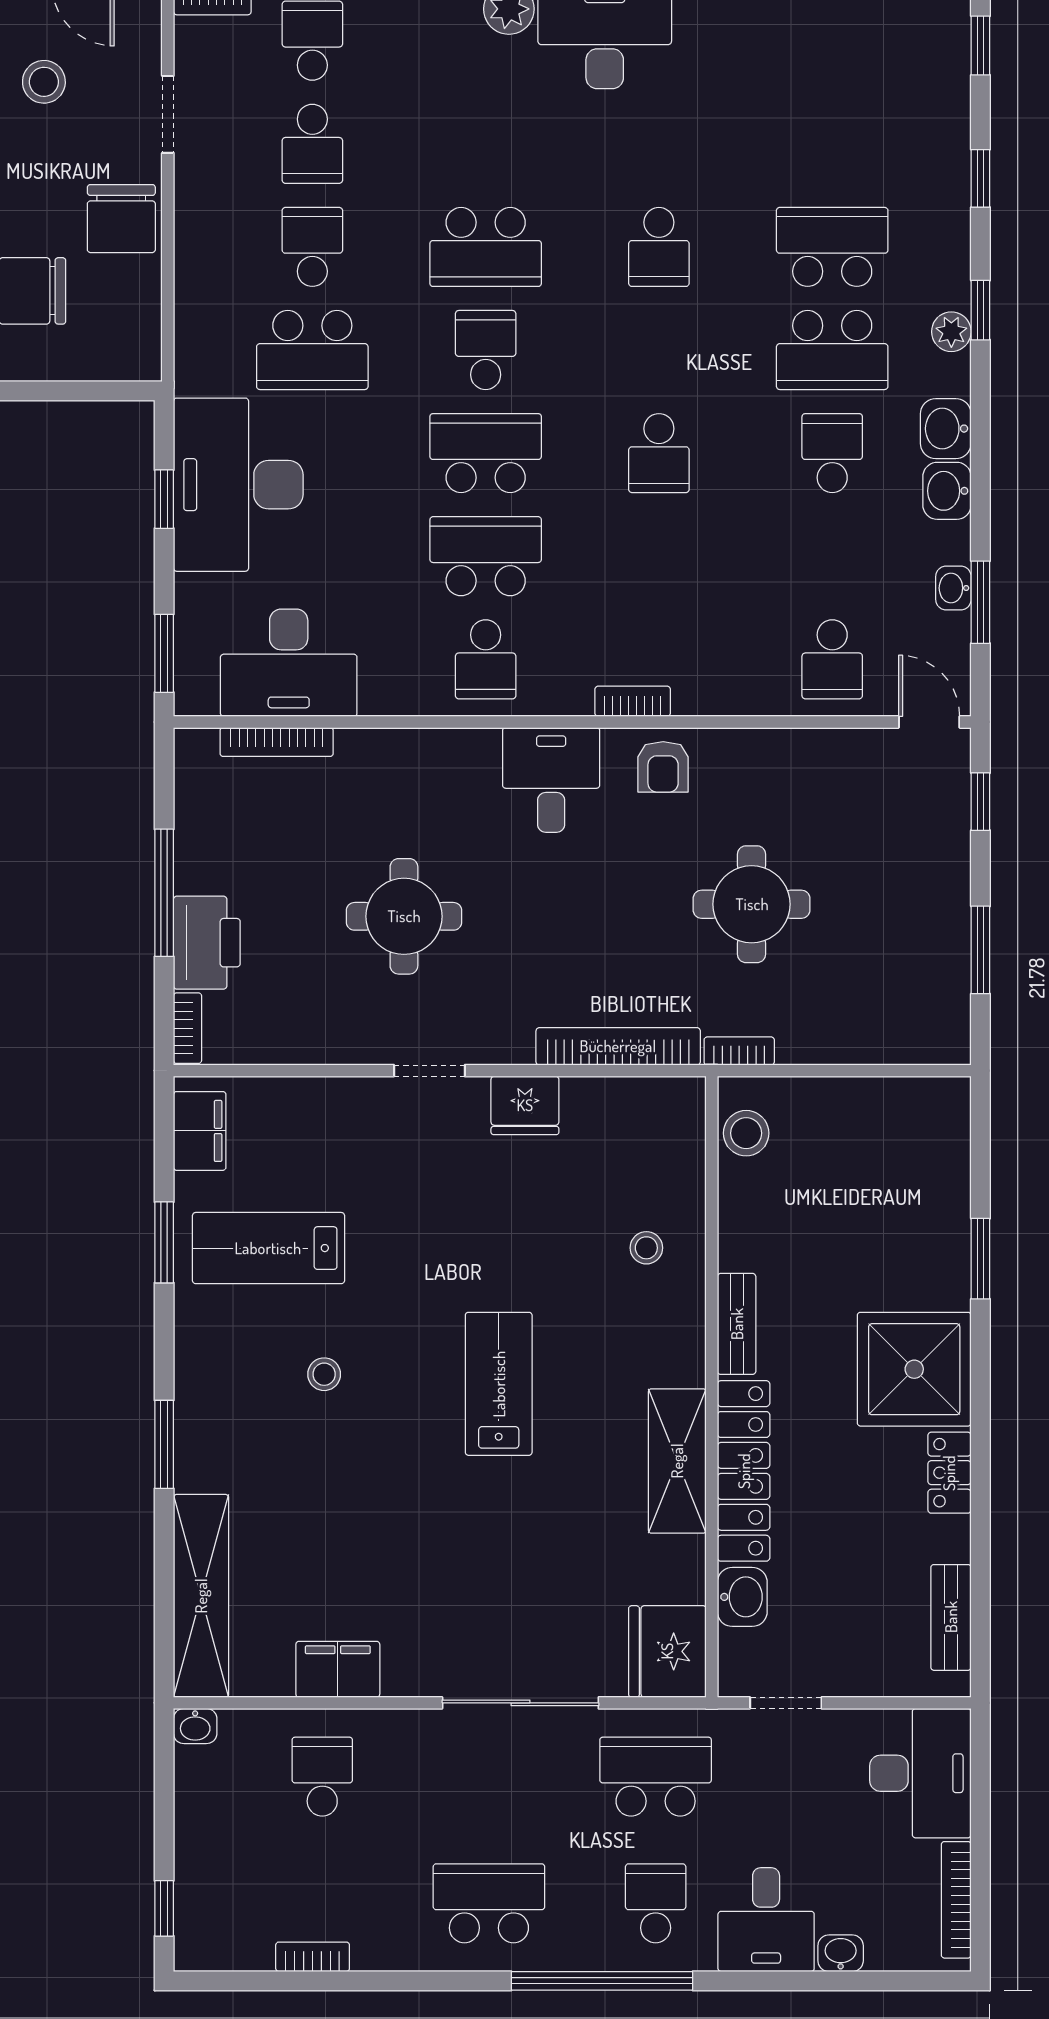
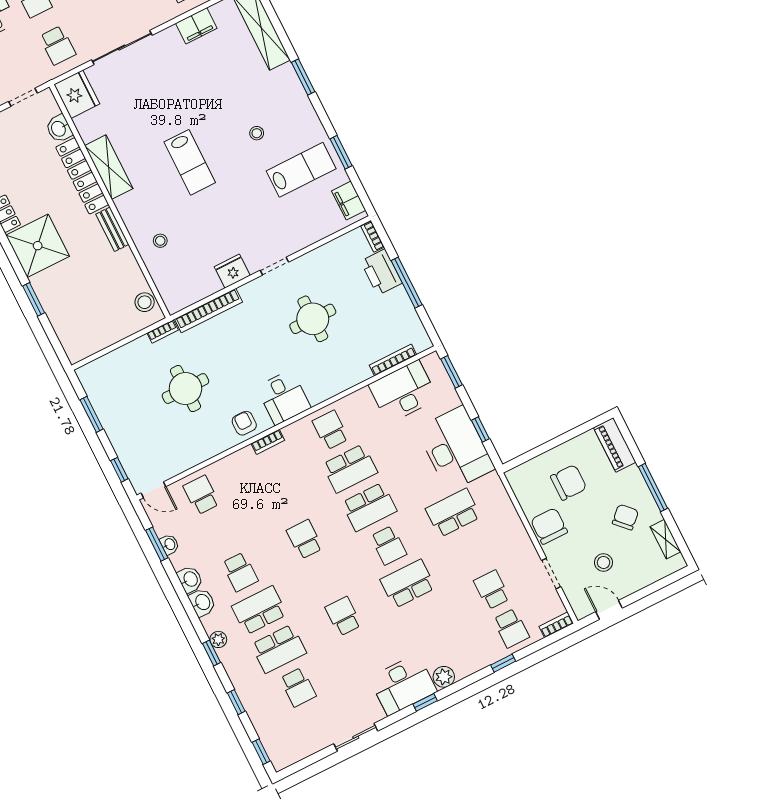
school desk: (312, 247) -> (298, 687), moved
school desk: (656, 1777) -> (58, 45), width x0.54

